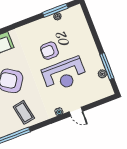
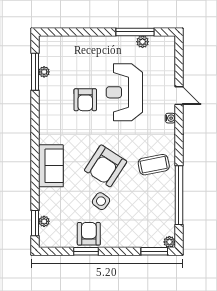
reception desk: (64, 75) -> (124, 92), turned 180
door: (76, 112) -> (179, 96), hinge flipped

